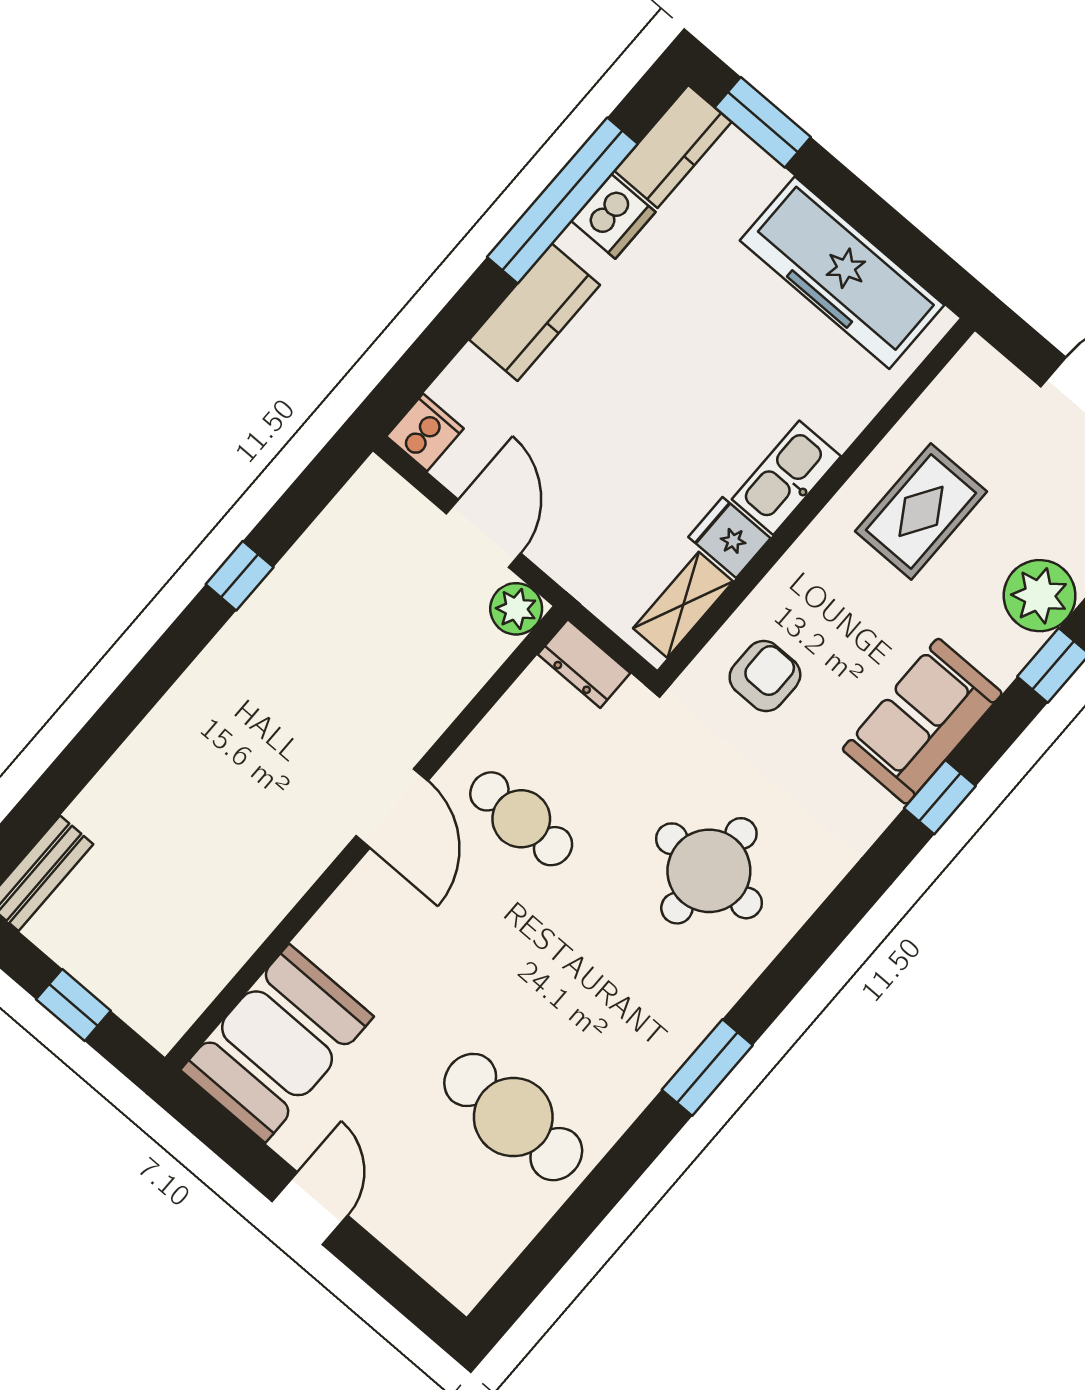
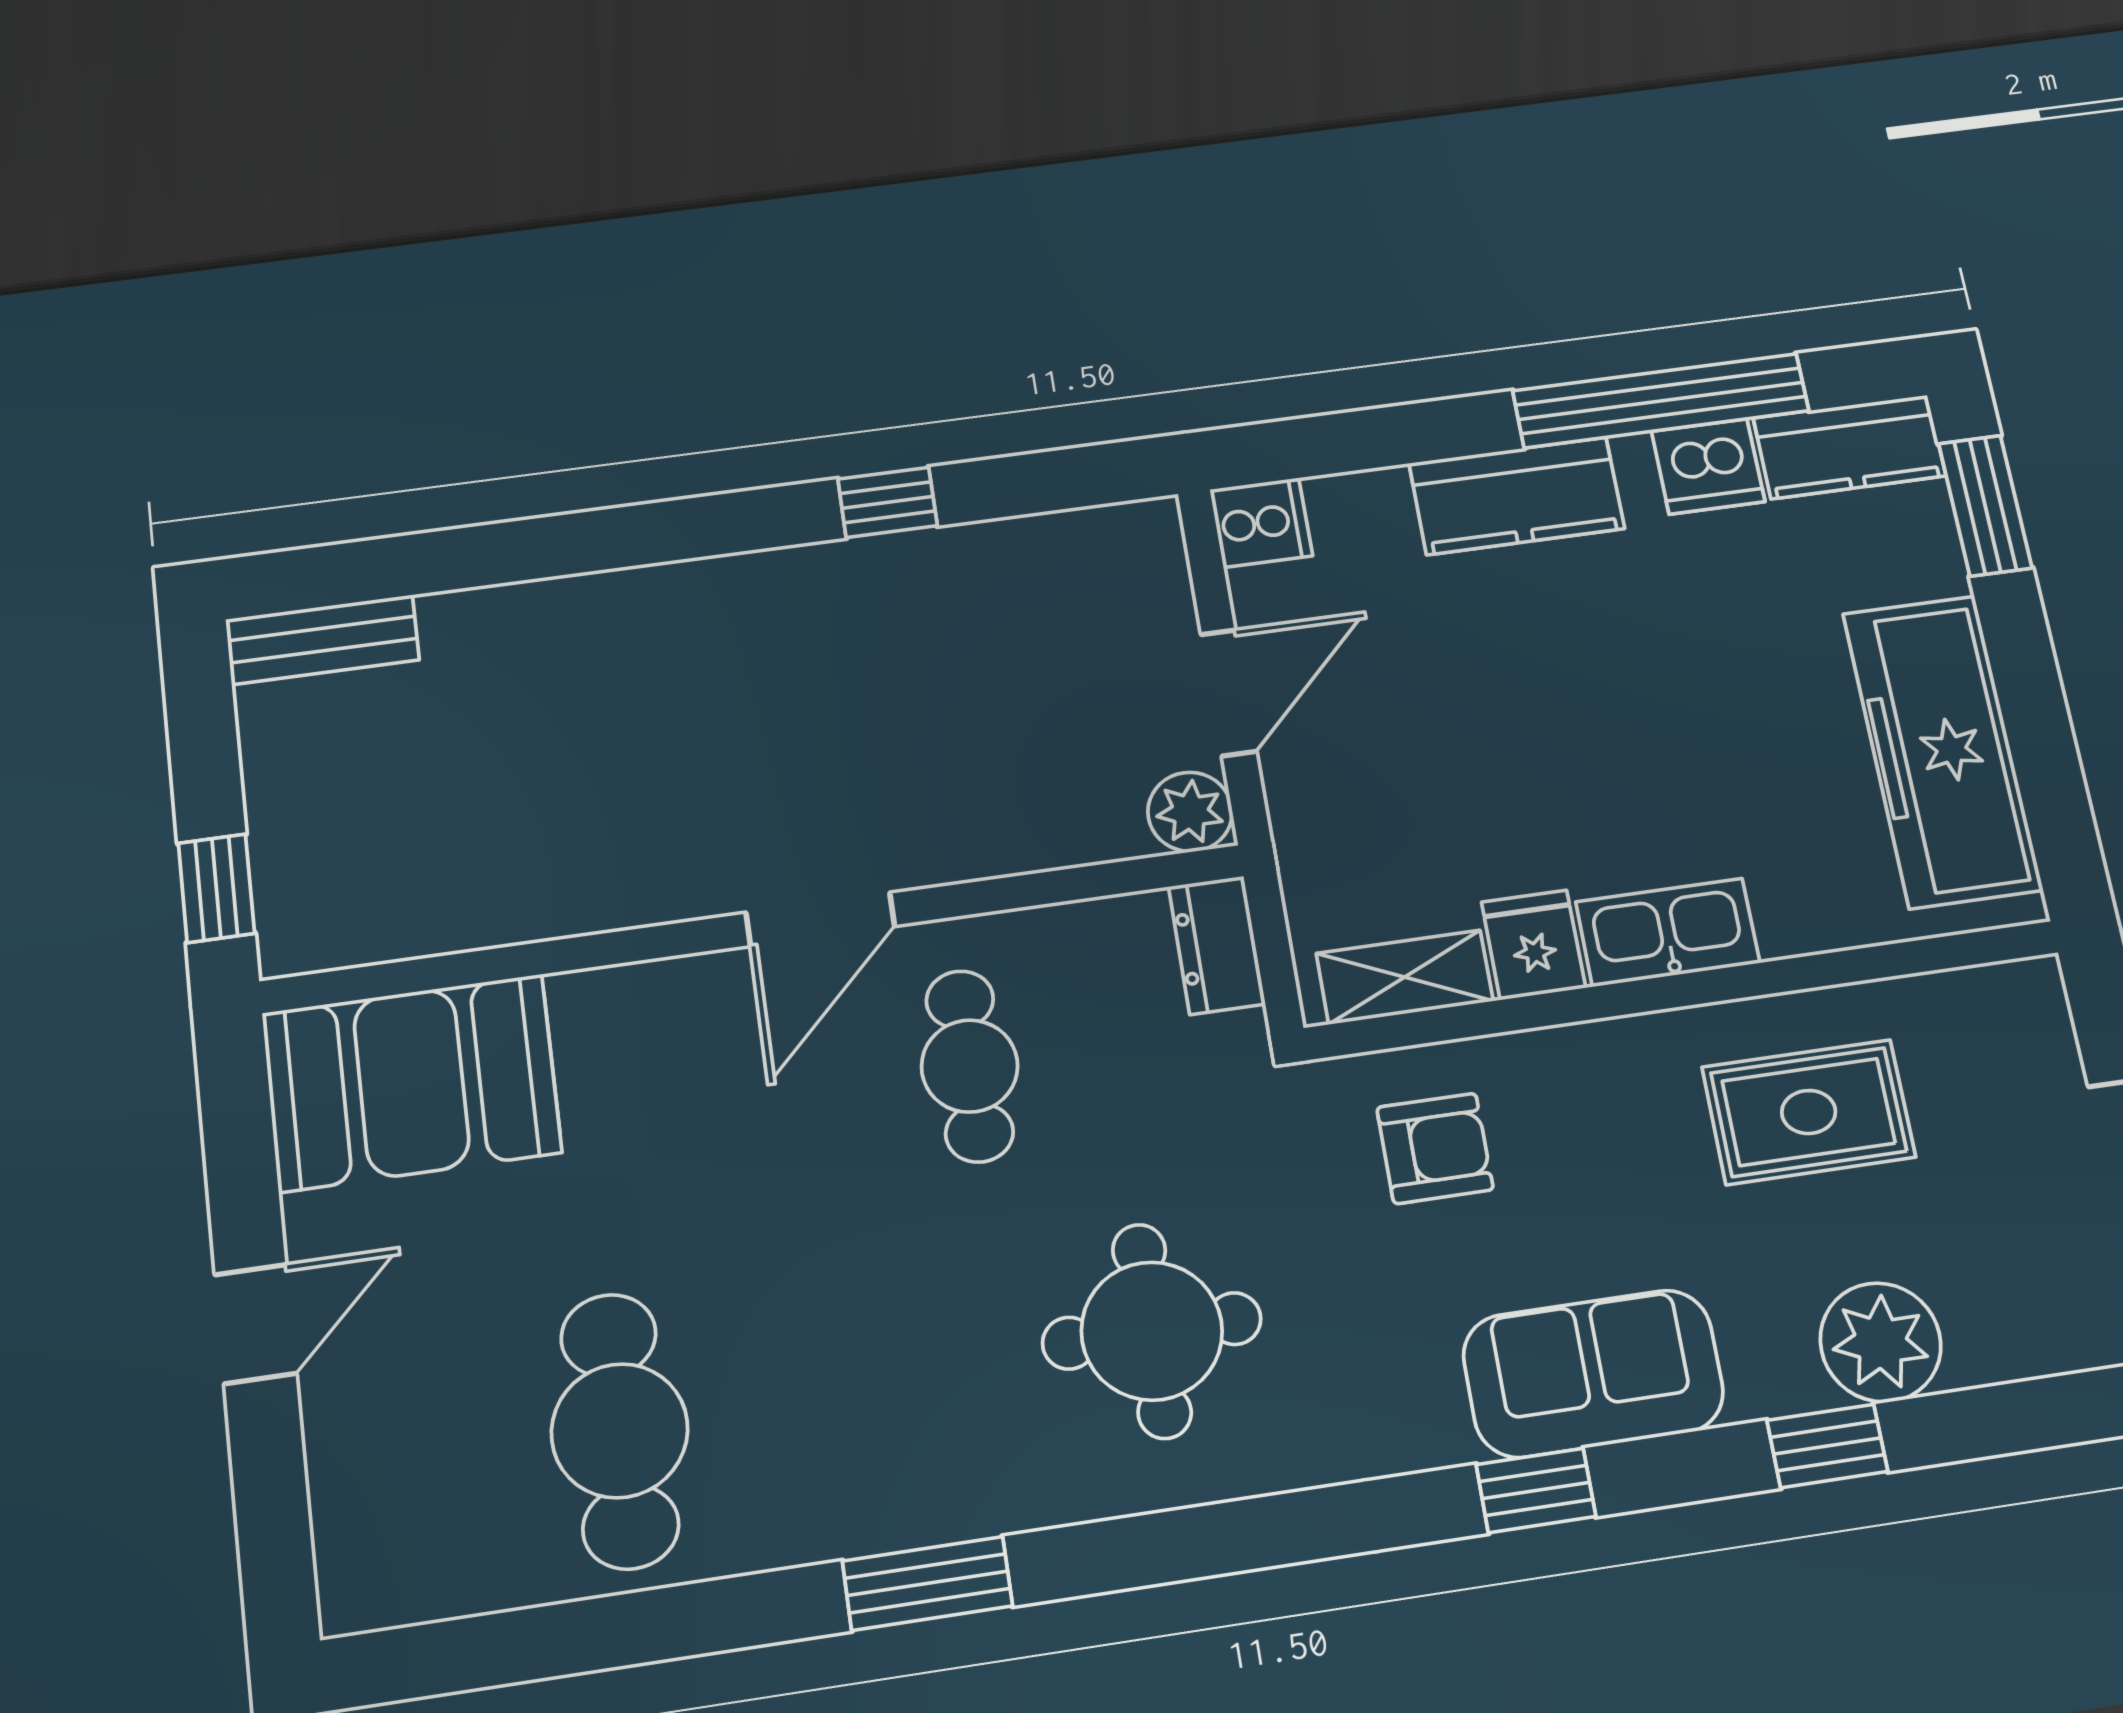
window: (73, 1005) -> (216, 888), moved

